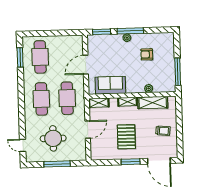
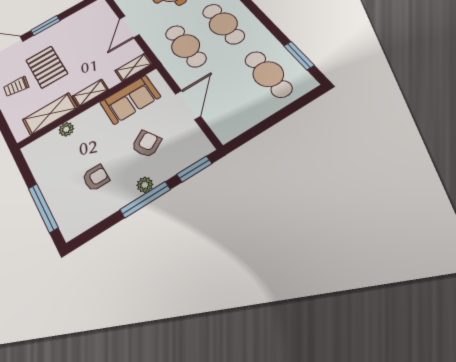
armchair: (115, 57) -> (146, 144), added
window: (178, 72) -> (43, 208), moved
pallet: (126, 137) -> (47, 67), moved

